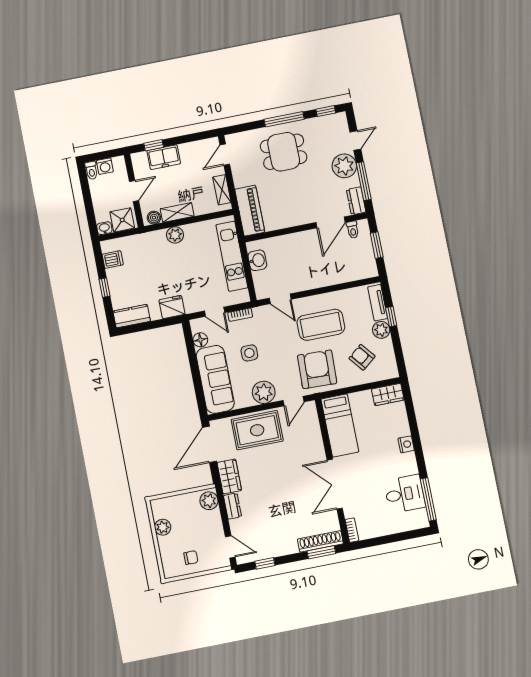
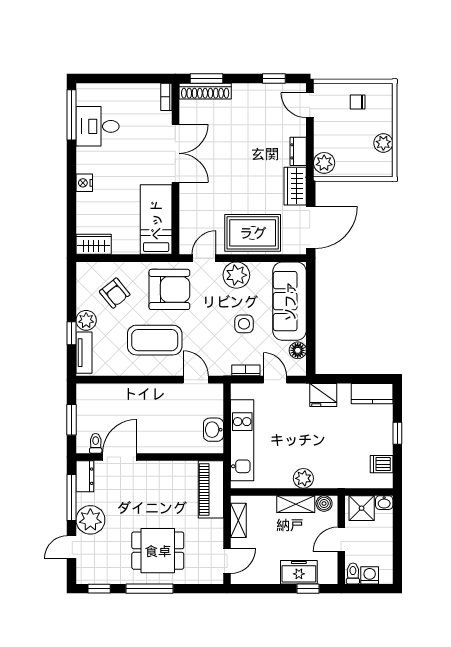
toilet: (91, 170) -> (353, 573), moved
armchair: (317, 369) -> (169, 289), turned -92

